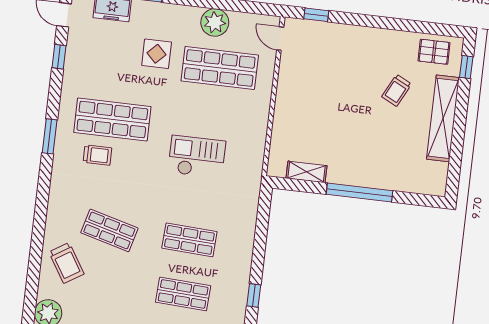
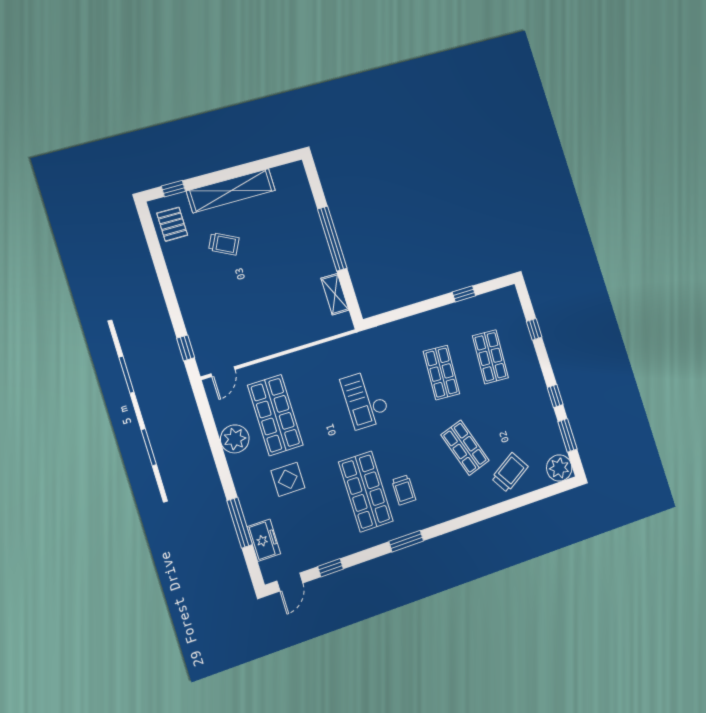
trolley: (97, 155) -> (404, 490), turned 180
shop shelf: (109, 230) -> (465, 448), turned -33

